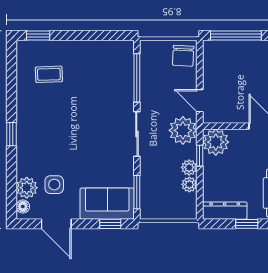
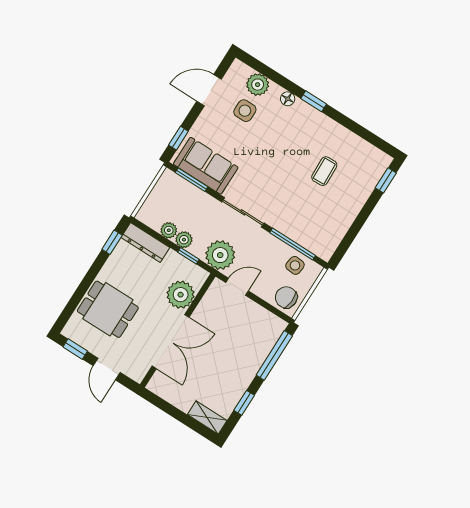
side table: (153, 65) -> (295, 265), added
coffee table: (49, 74) -> (324, 171), moved
plant: (216, 142) -> (181, 295), moved
sofa: (107, 204) -> (206, 166), moved, turned -90
floor lamp: (23, 207) -> (288, 99), moved
dresser: (225, 211) -> (145, 243), moved, turned 90
window: (247, 224) -> (112, 242), moved

